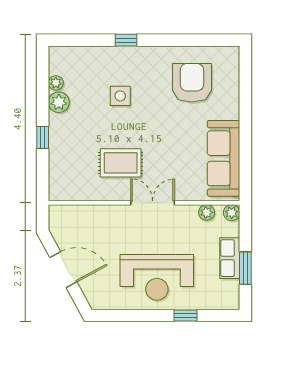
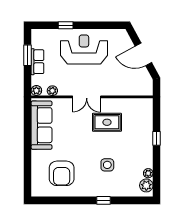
plant: (59, 102) -> (146, 185), moved

